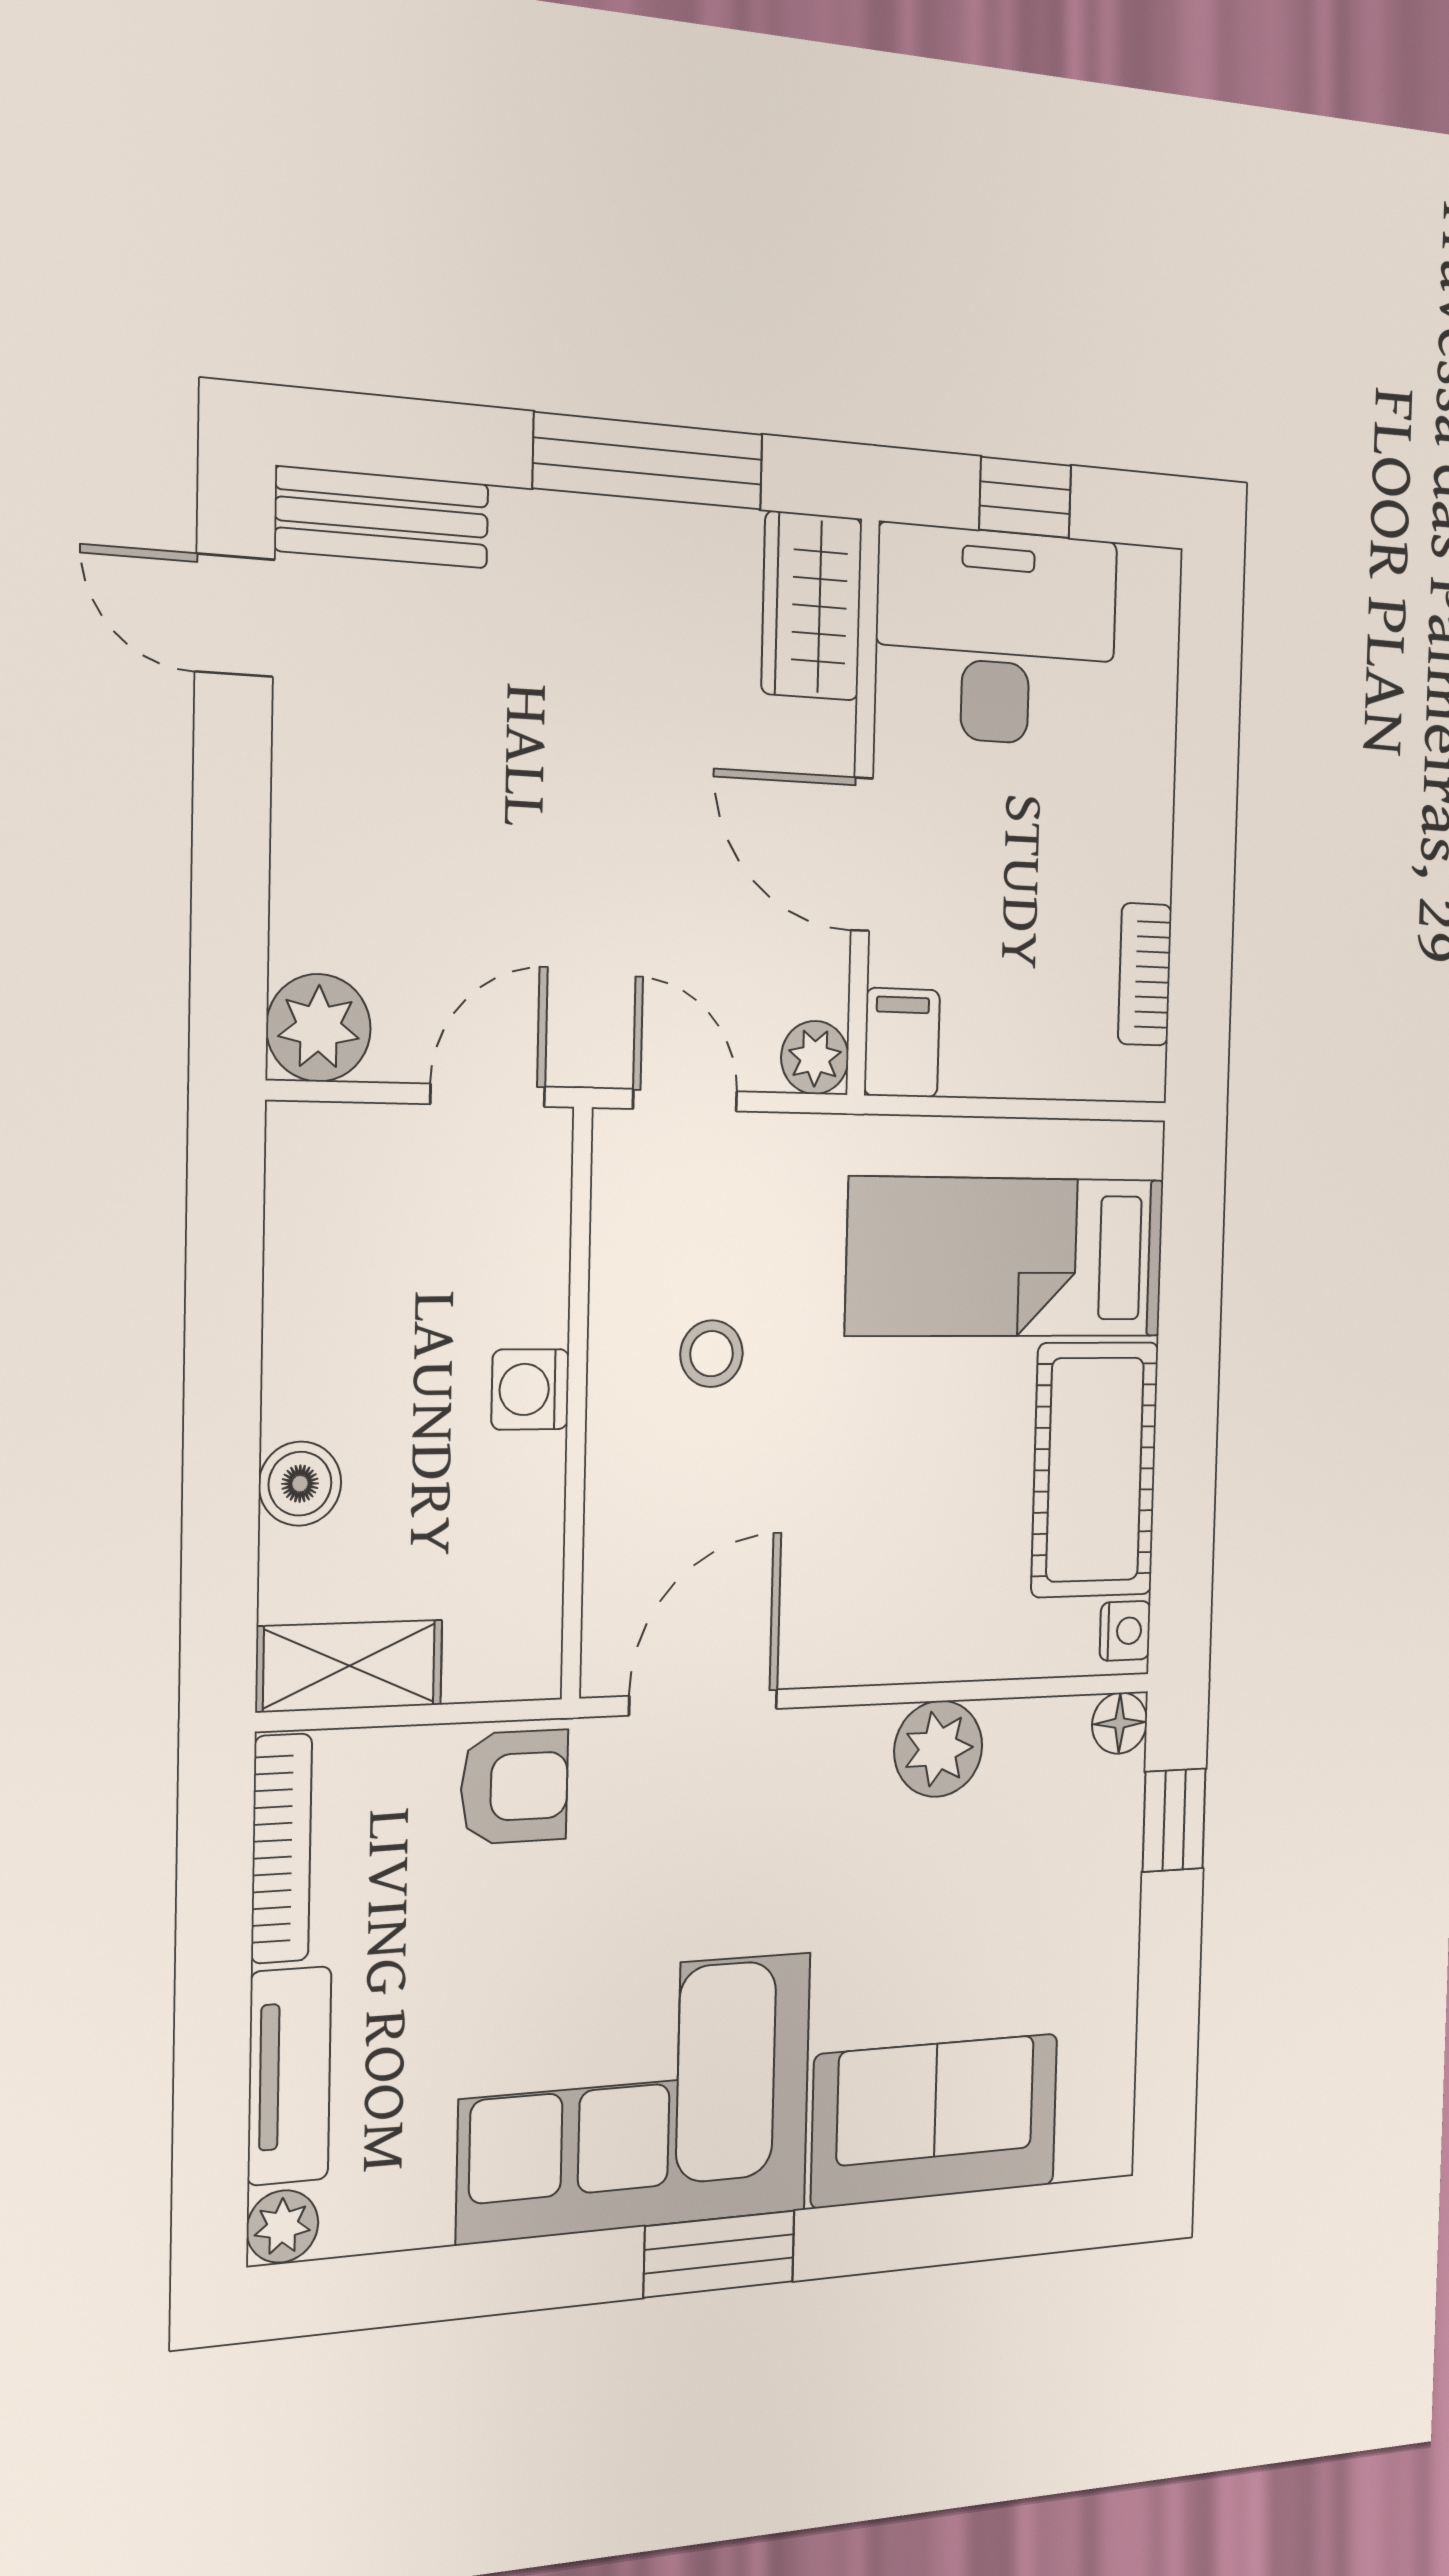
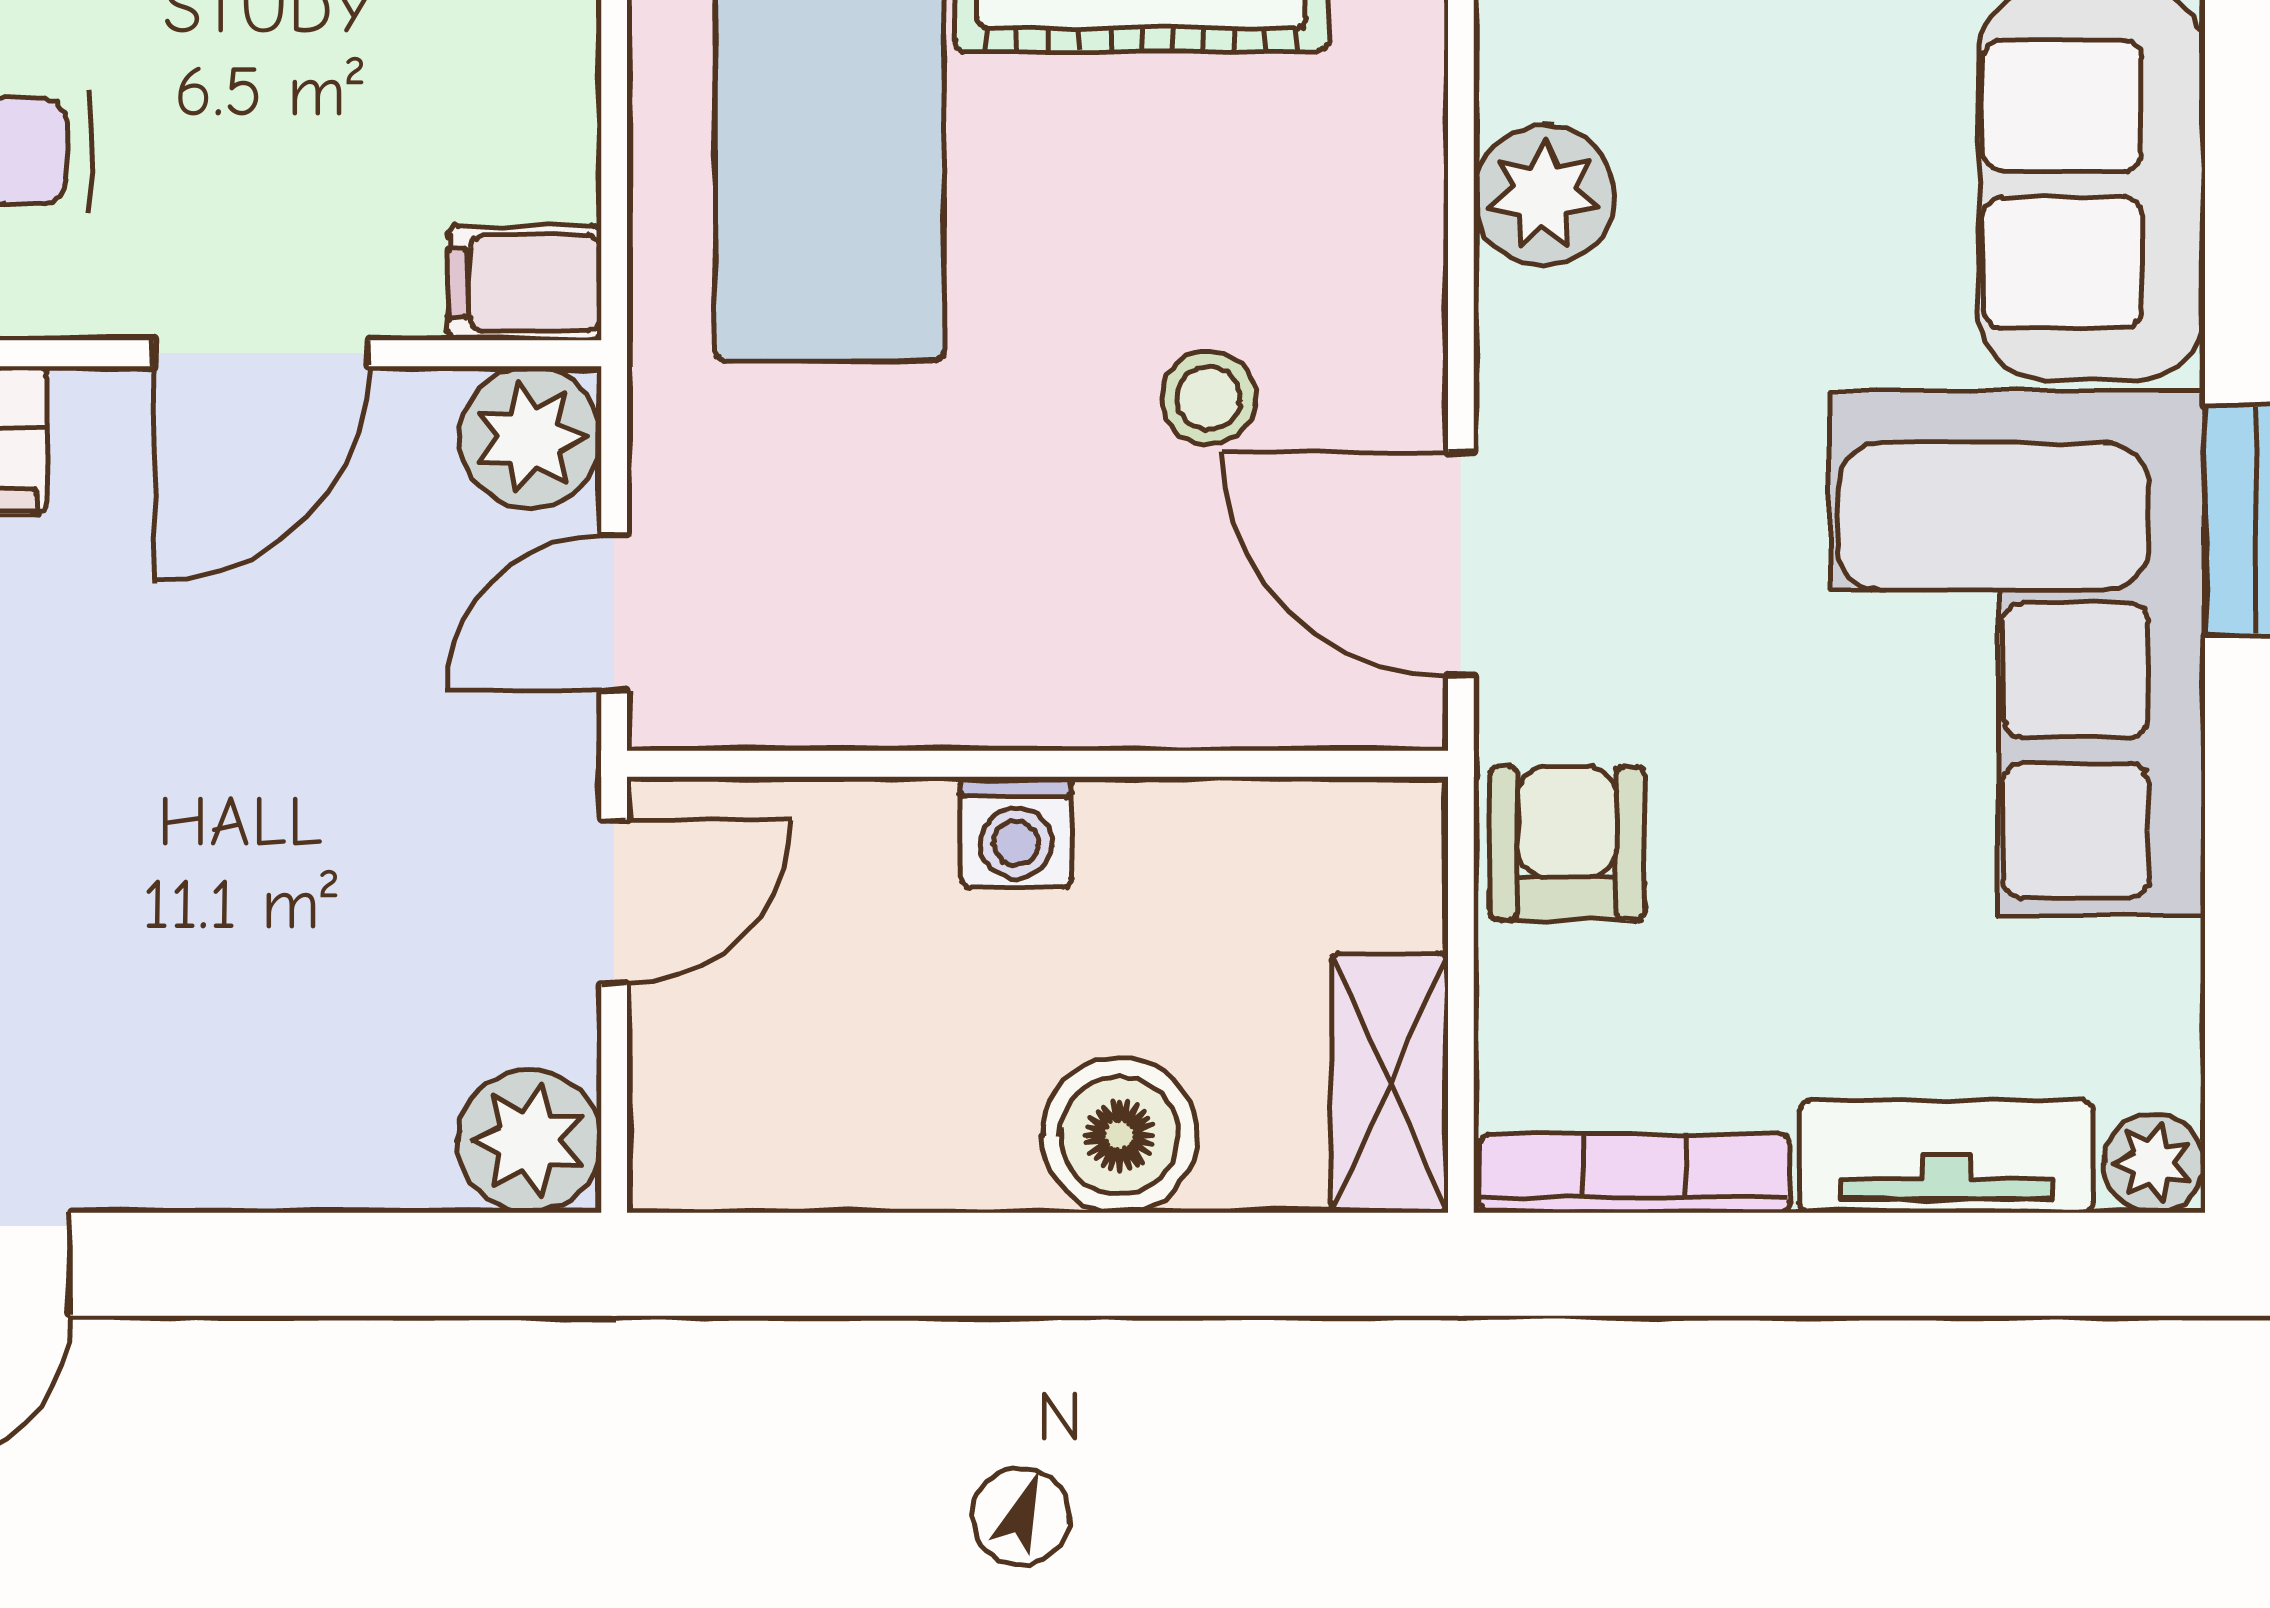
plant: (815, 1058) -> (530, 437), width x1.38, depth x1.38
door: (488, 1095) -> (614, 902), swing flipped
stool: (712, 1354) -> (1208, 398), moved
boiler: (300, 1484) -> (1120, 1135), width x1.36, depth x1.36

